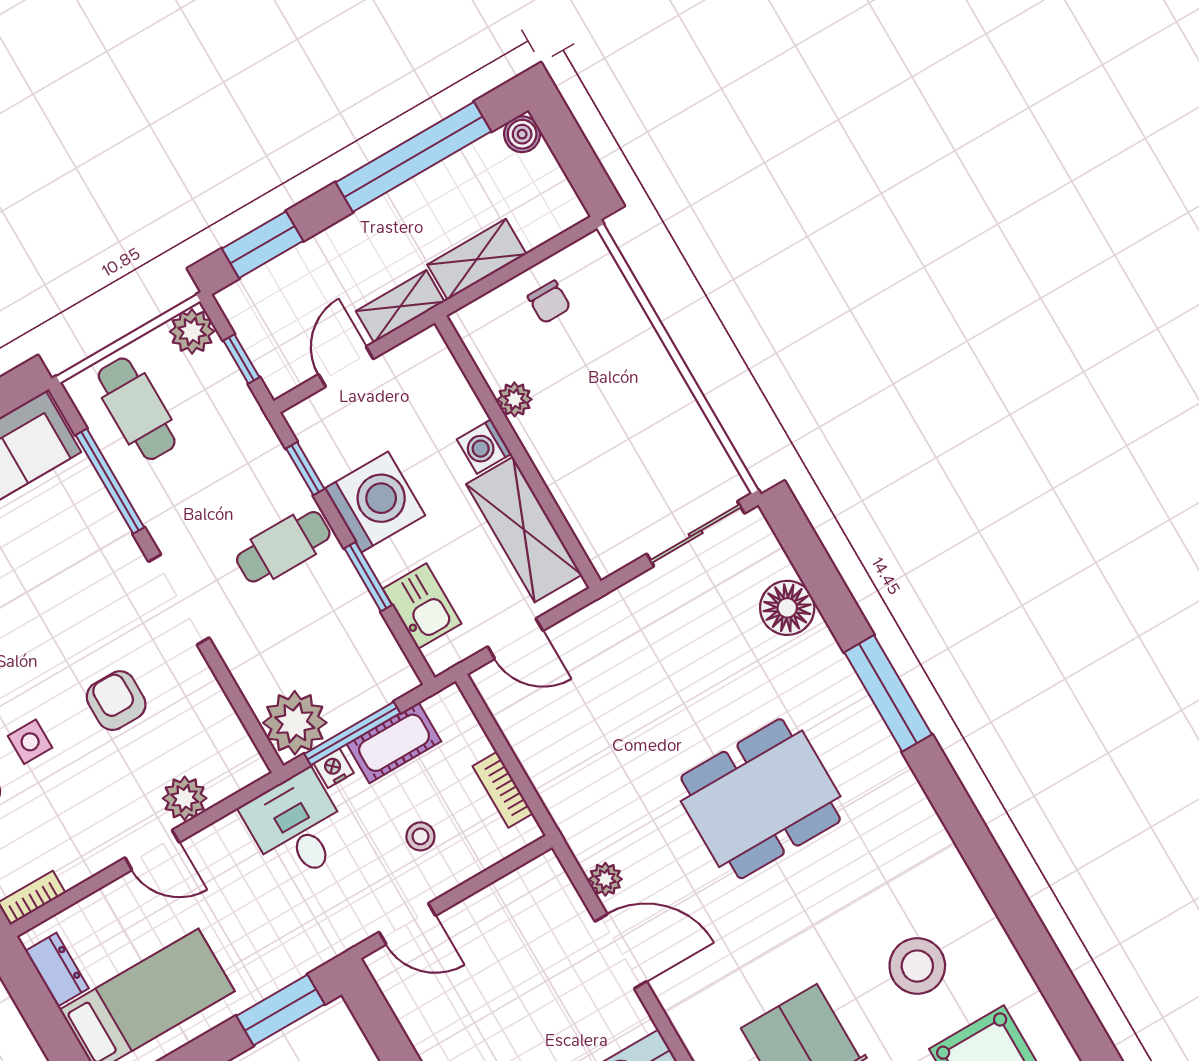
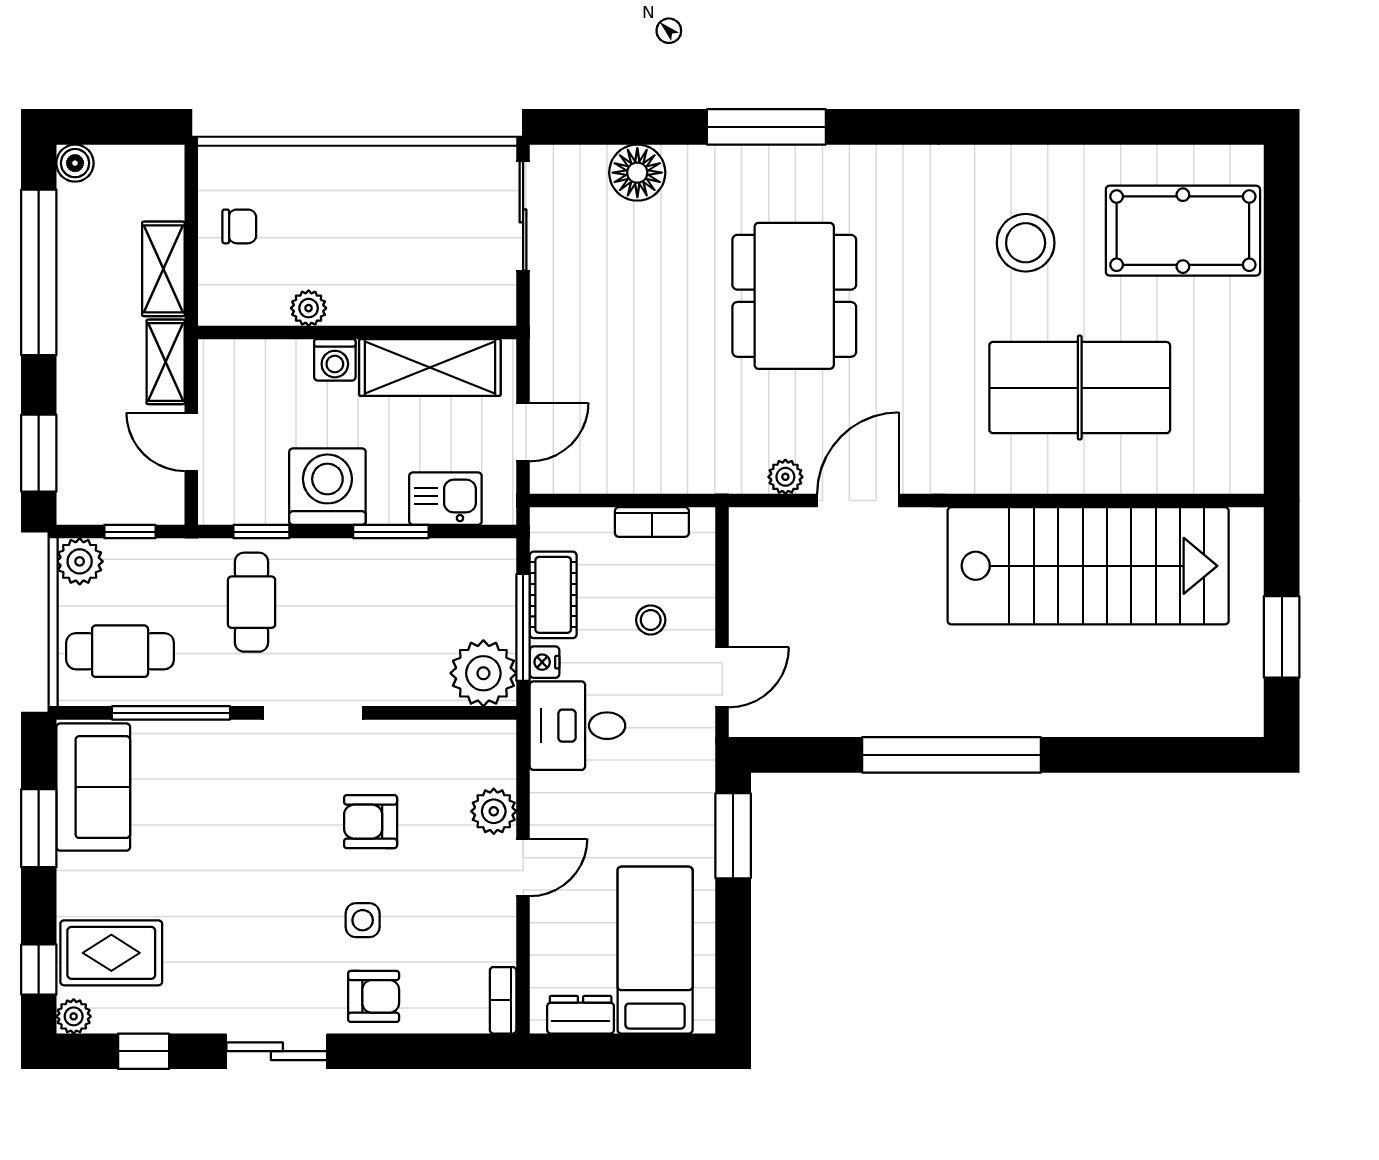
cafe table: (283, 547) -> (252, 602), moved

